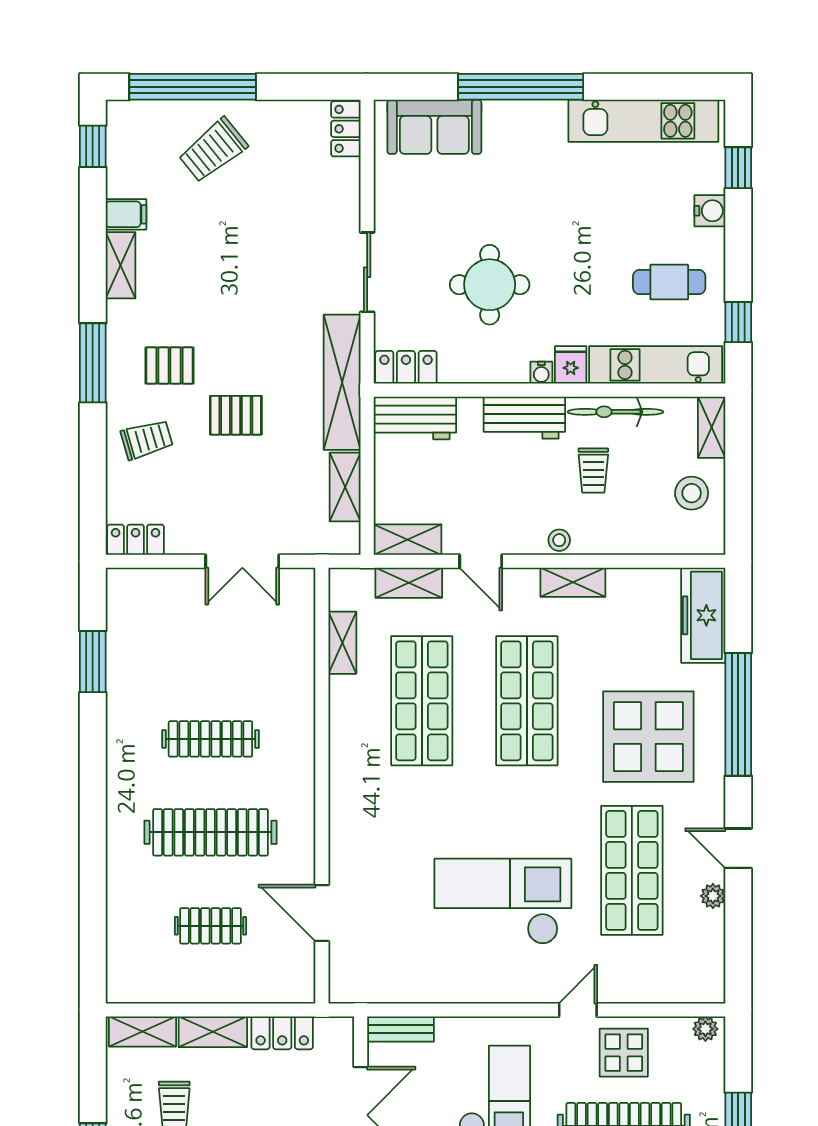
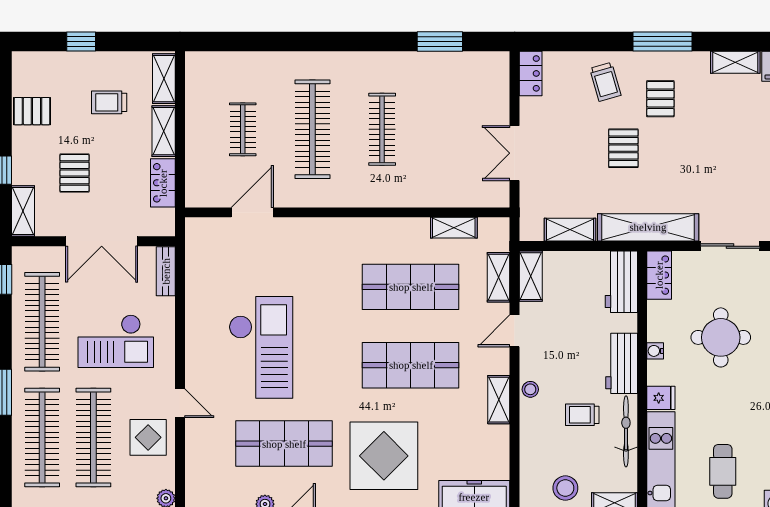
water cooler: (541, 373) -> (655, 351), moved

